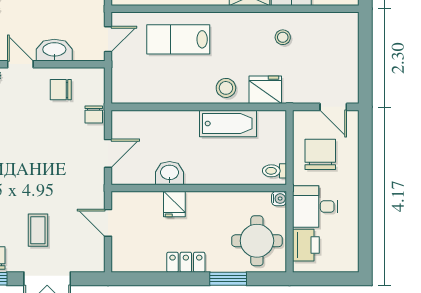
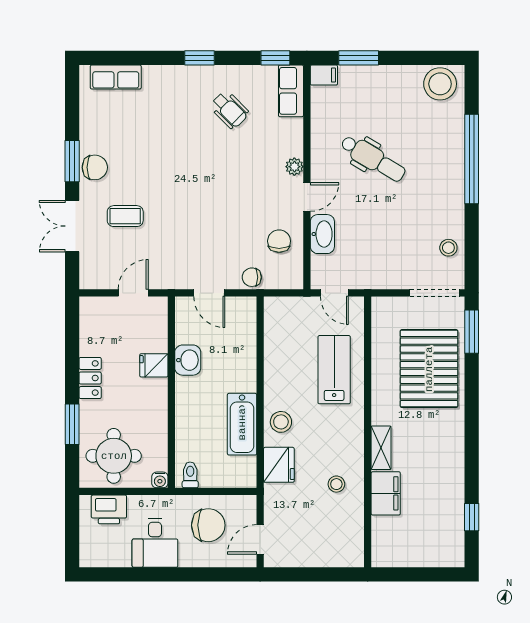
desk: (315, 207) -> (155, 543), moved, turned 180

